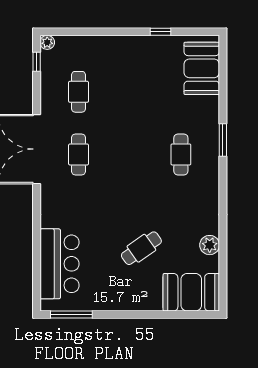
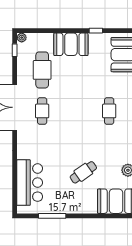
booth: (122, 53) -> (71, 44), added
cafe table: (79, 92) -> (42, 70), width x1.37, depth x1.35
window: (71, 315) -> (52, 216), moved

